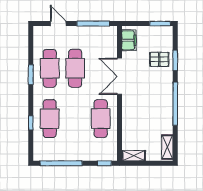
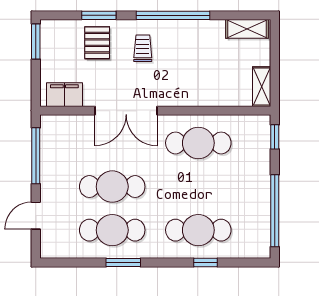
trolley: (156, 86) -> (143, 48), added

